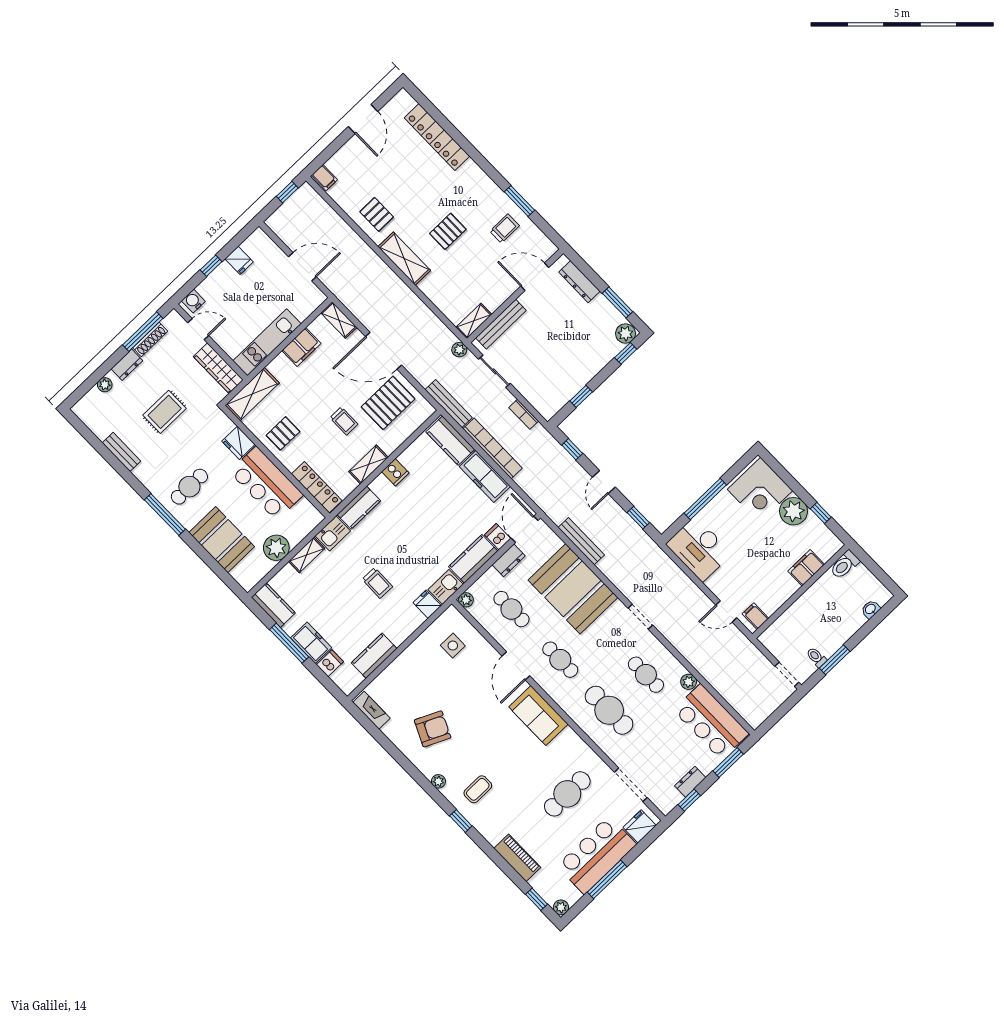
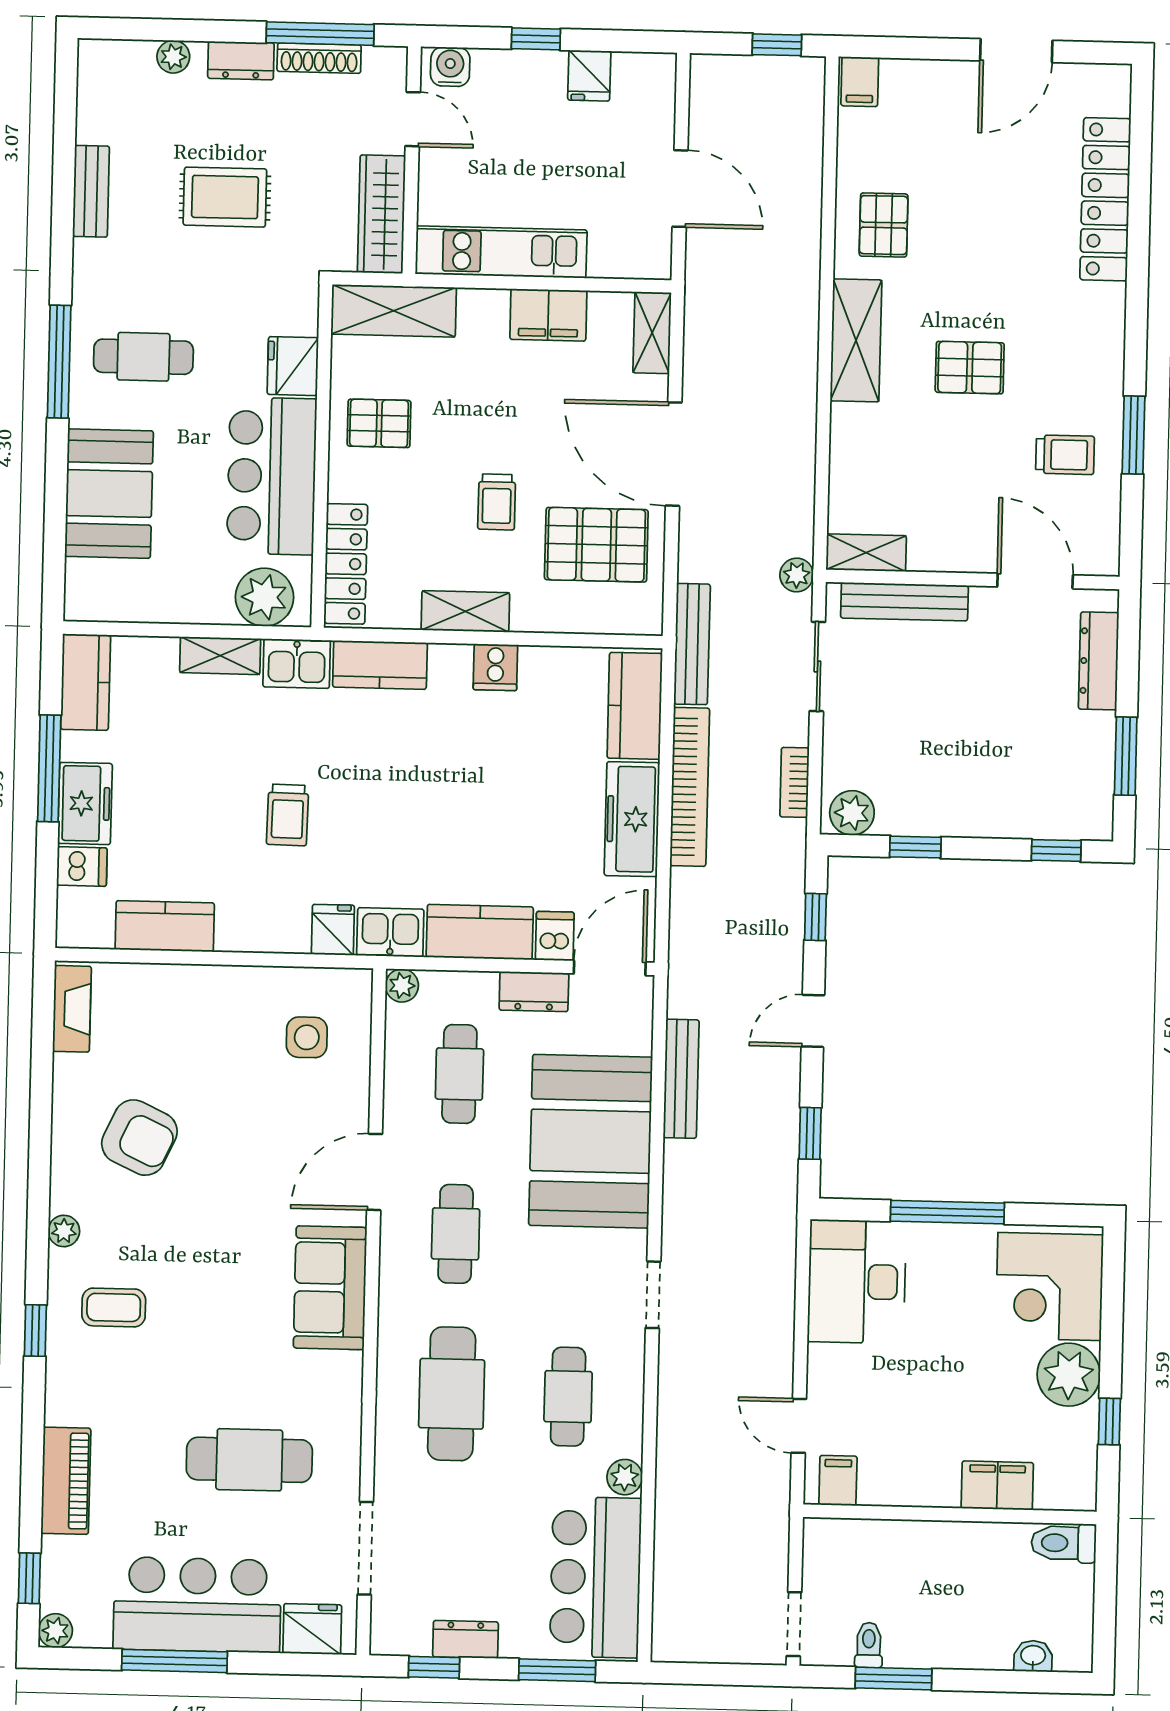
plant: (626, 334) -> (852, 813), moved
plant: (276, 548) -> (264, 597), moved

